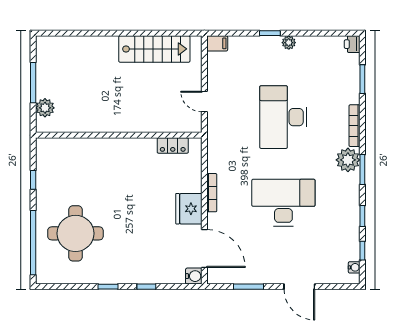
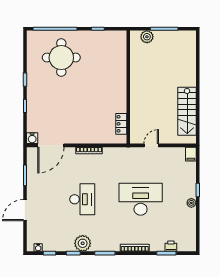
printer: (352, 44) -> (171, 246), moved
plant: (348, 160) -> (83, 243), moved
desk: (283, 203) -> (82, 199), width x0.73, depth x0.77
fridge: (189, 209) -> (78, 135), removed

